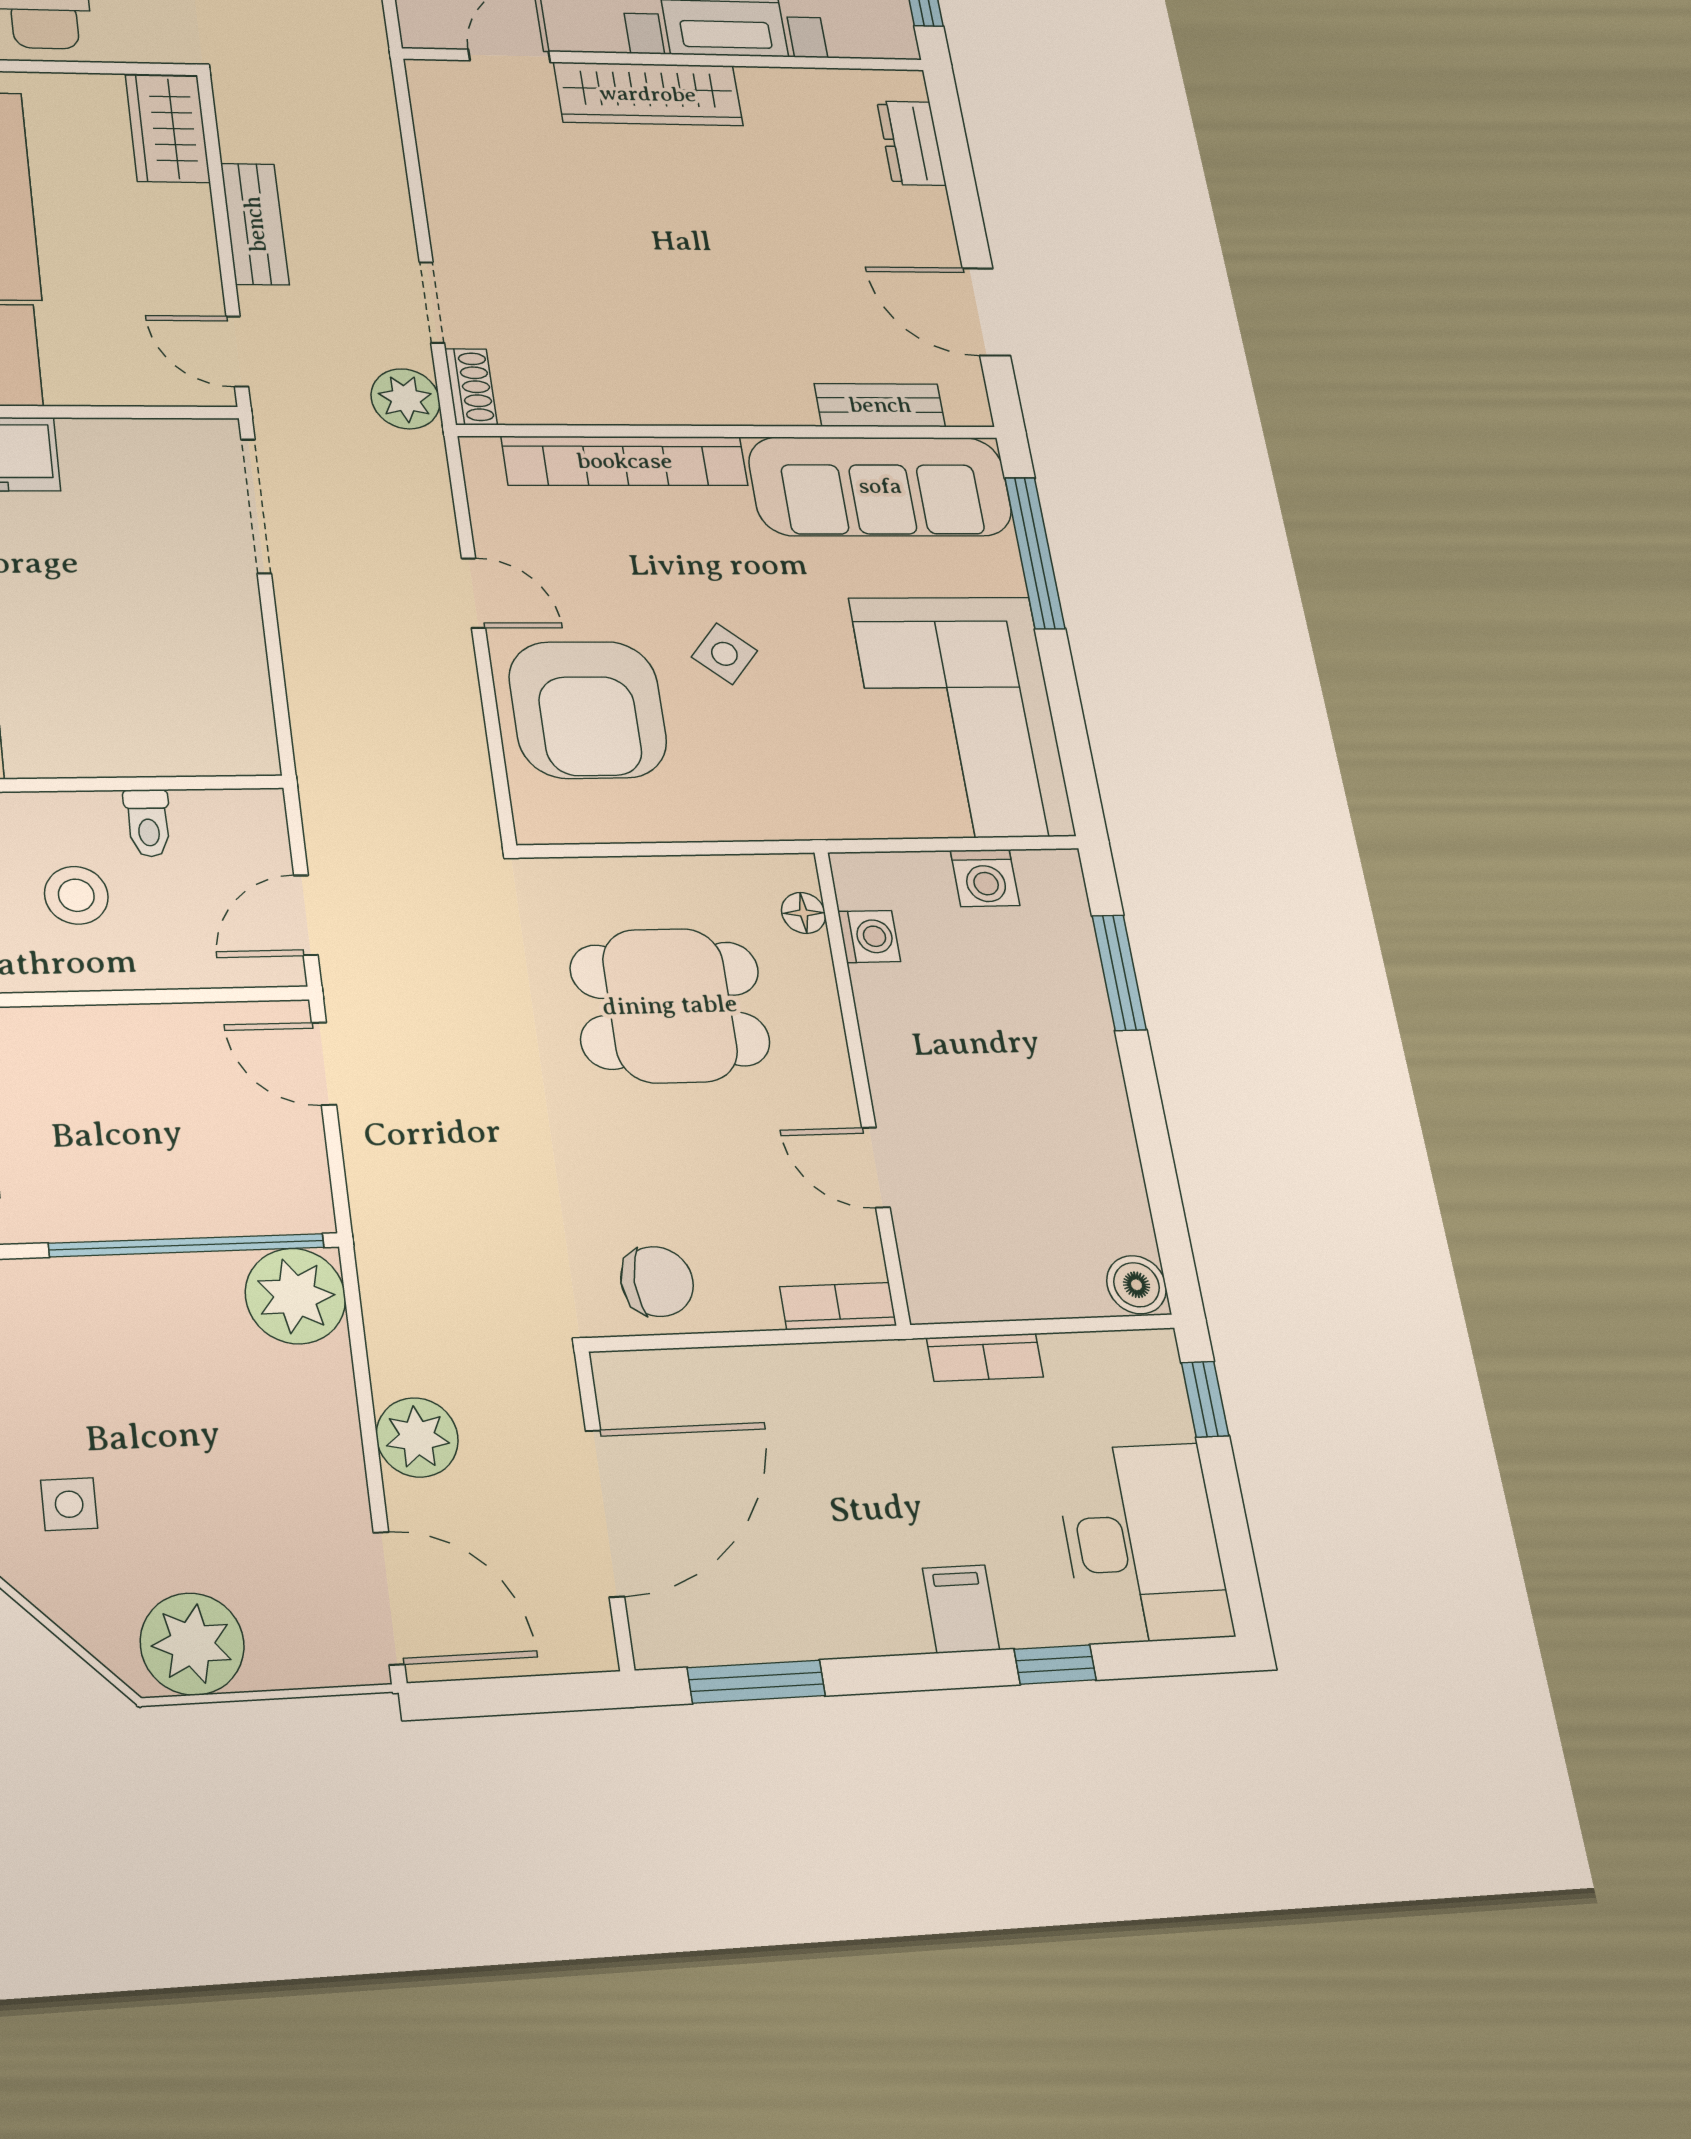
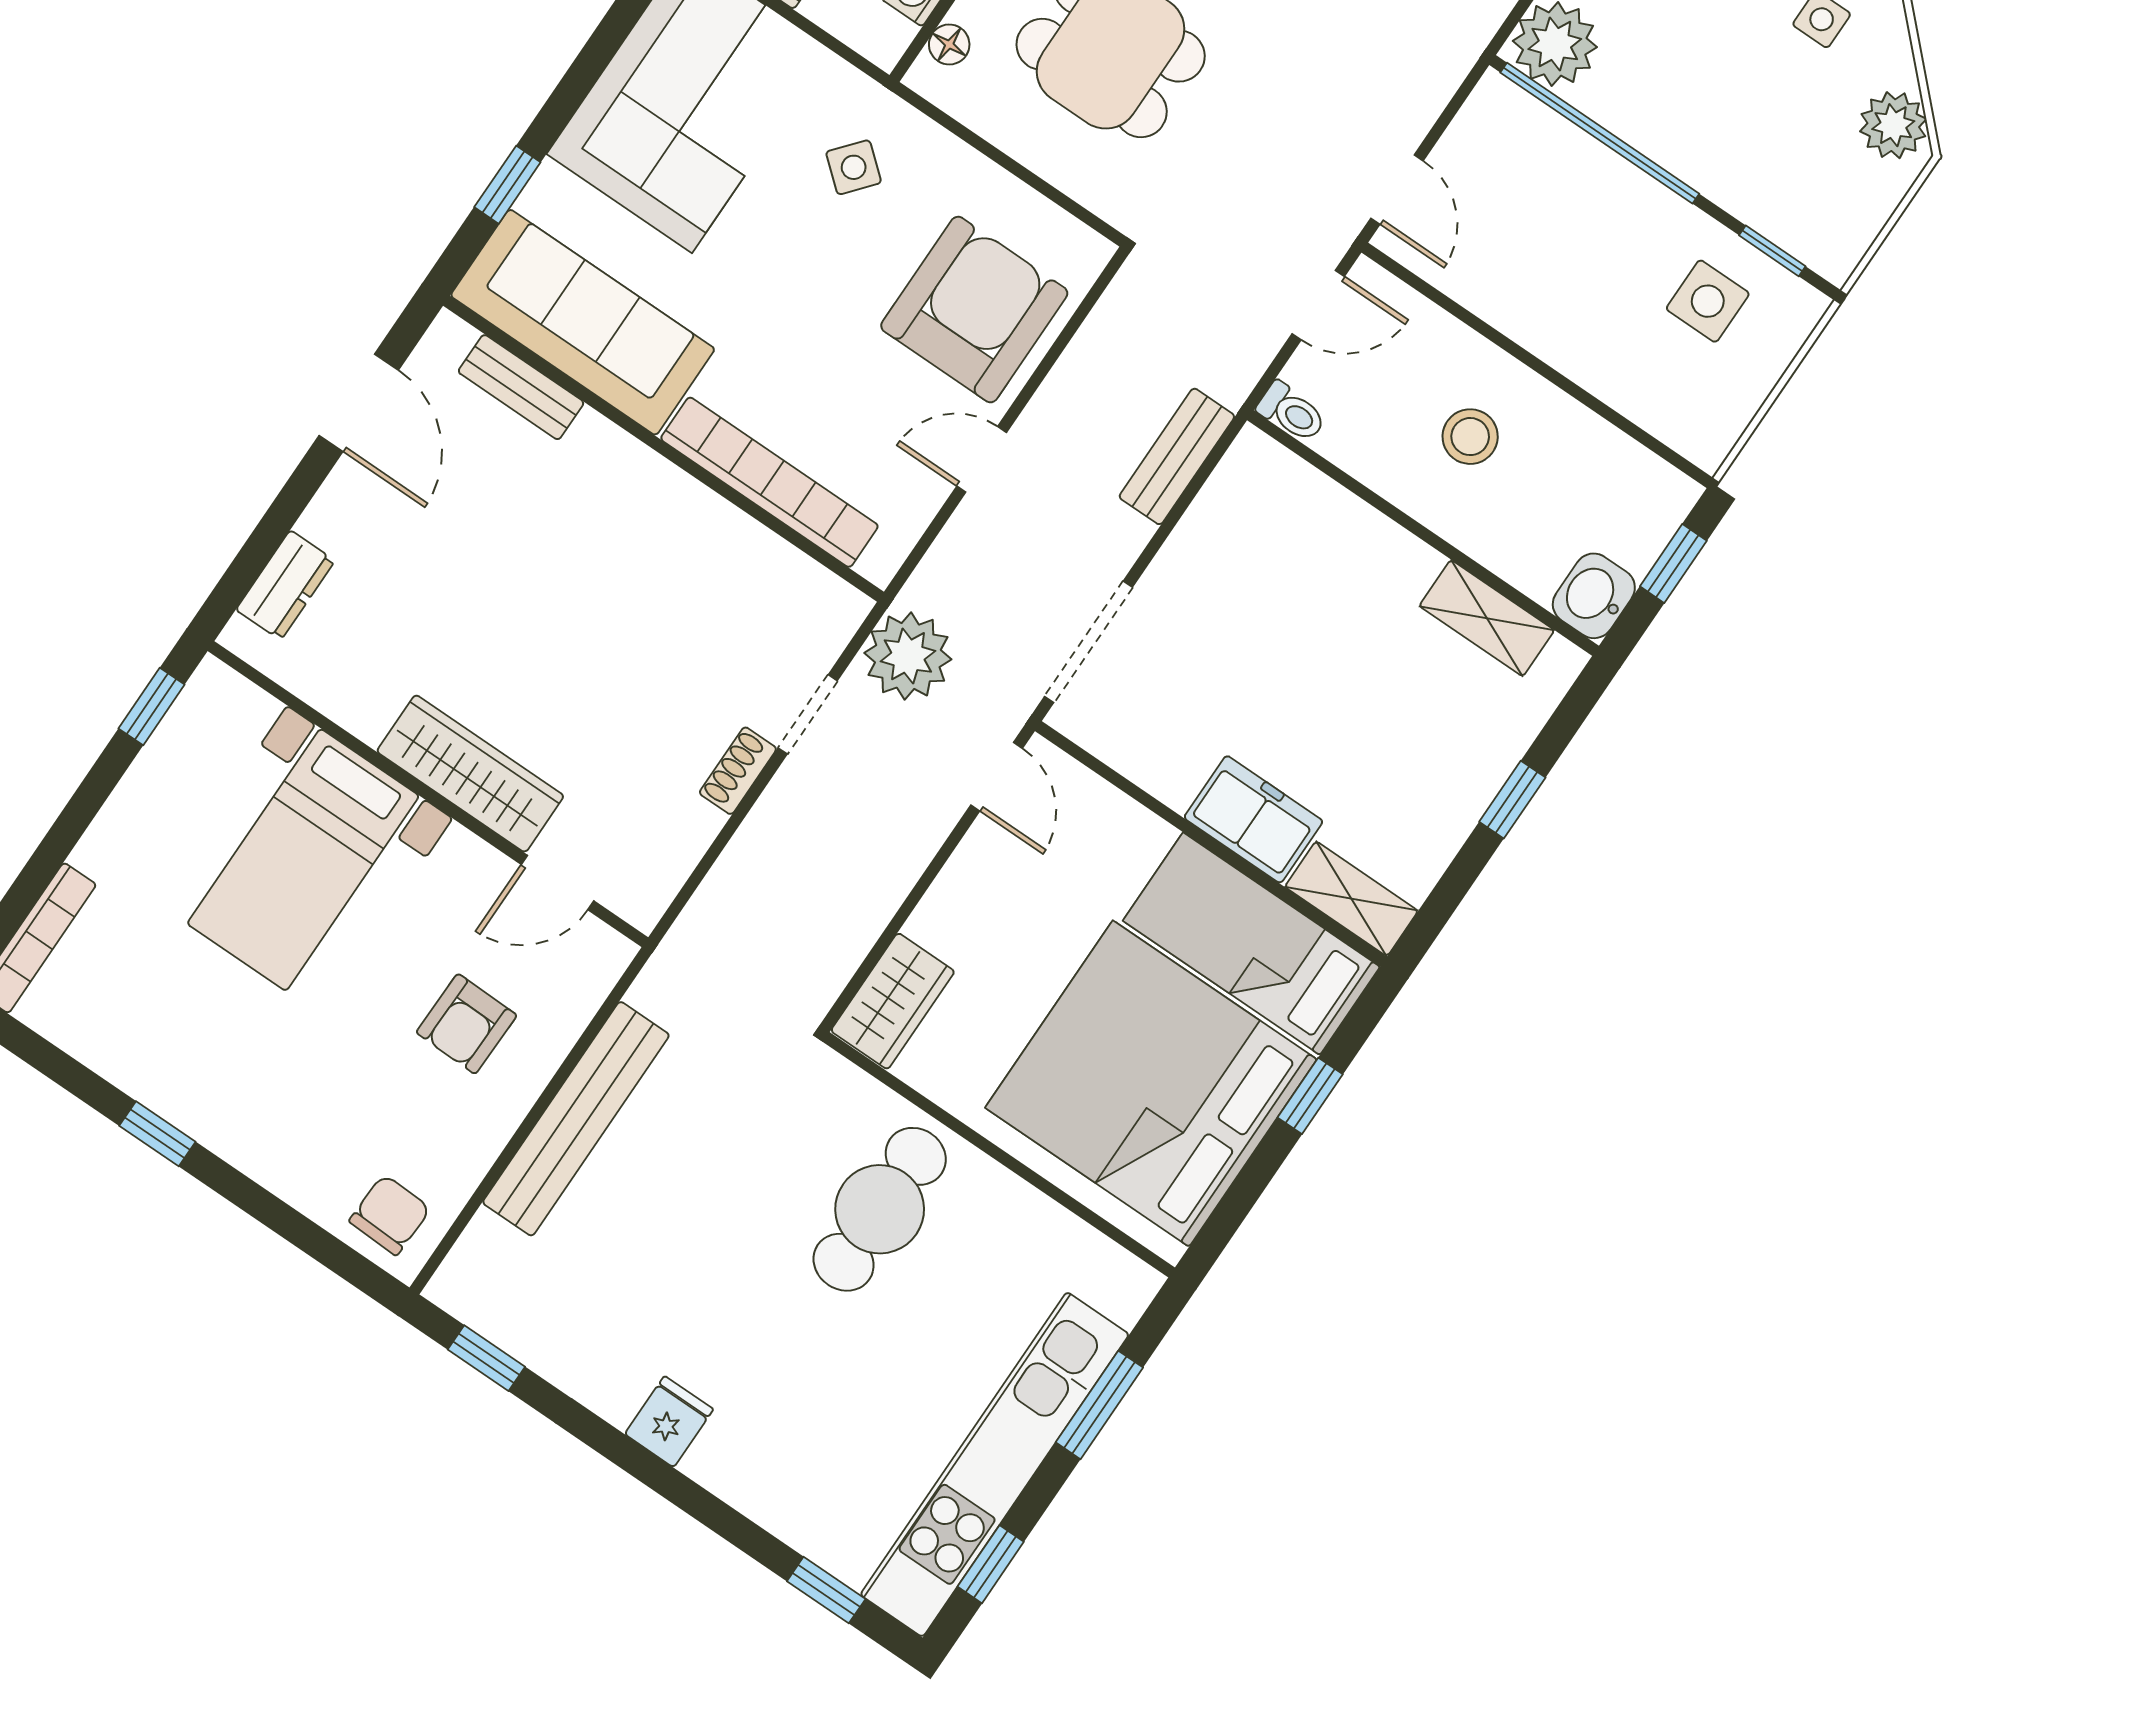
bench: (255, 224) -> (1177, 456), moved
shoe rack: (471, 387) -> (738, 771), moved
plant: (405, 399) -> (908, 656), width x1.36, depth x1.36
window: (1035, 553) -> (507, 185), width x0.46
door: (473, 593) -> (982, 459), hinge flipped
side table: (724, 654) -> (854, 167), moved
toilet: (148, 823) -> (1292, 412), moved, turned 90

